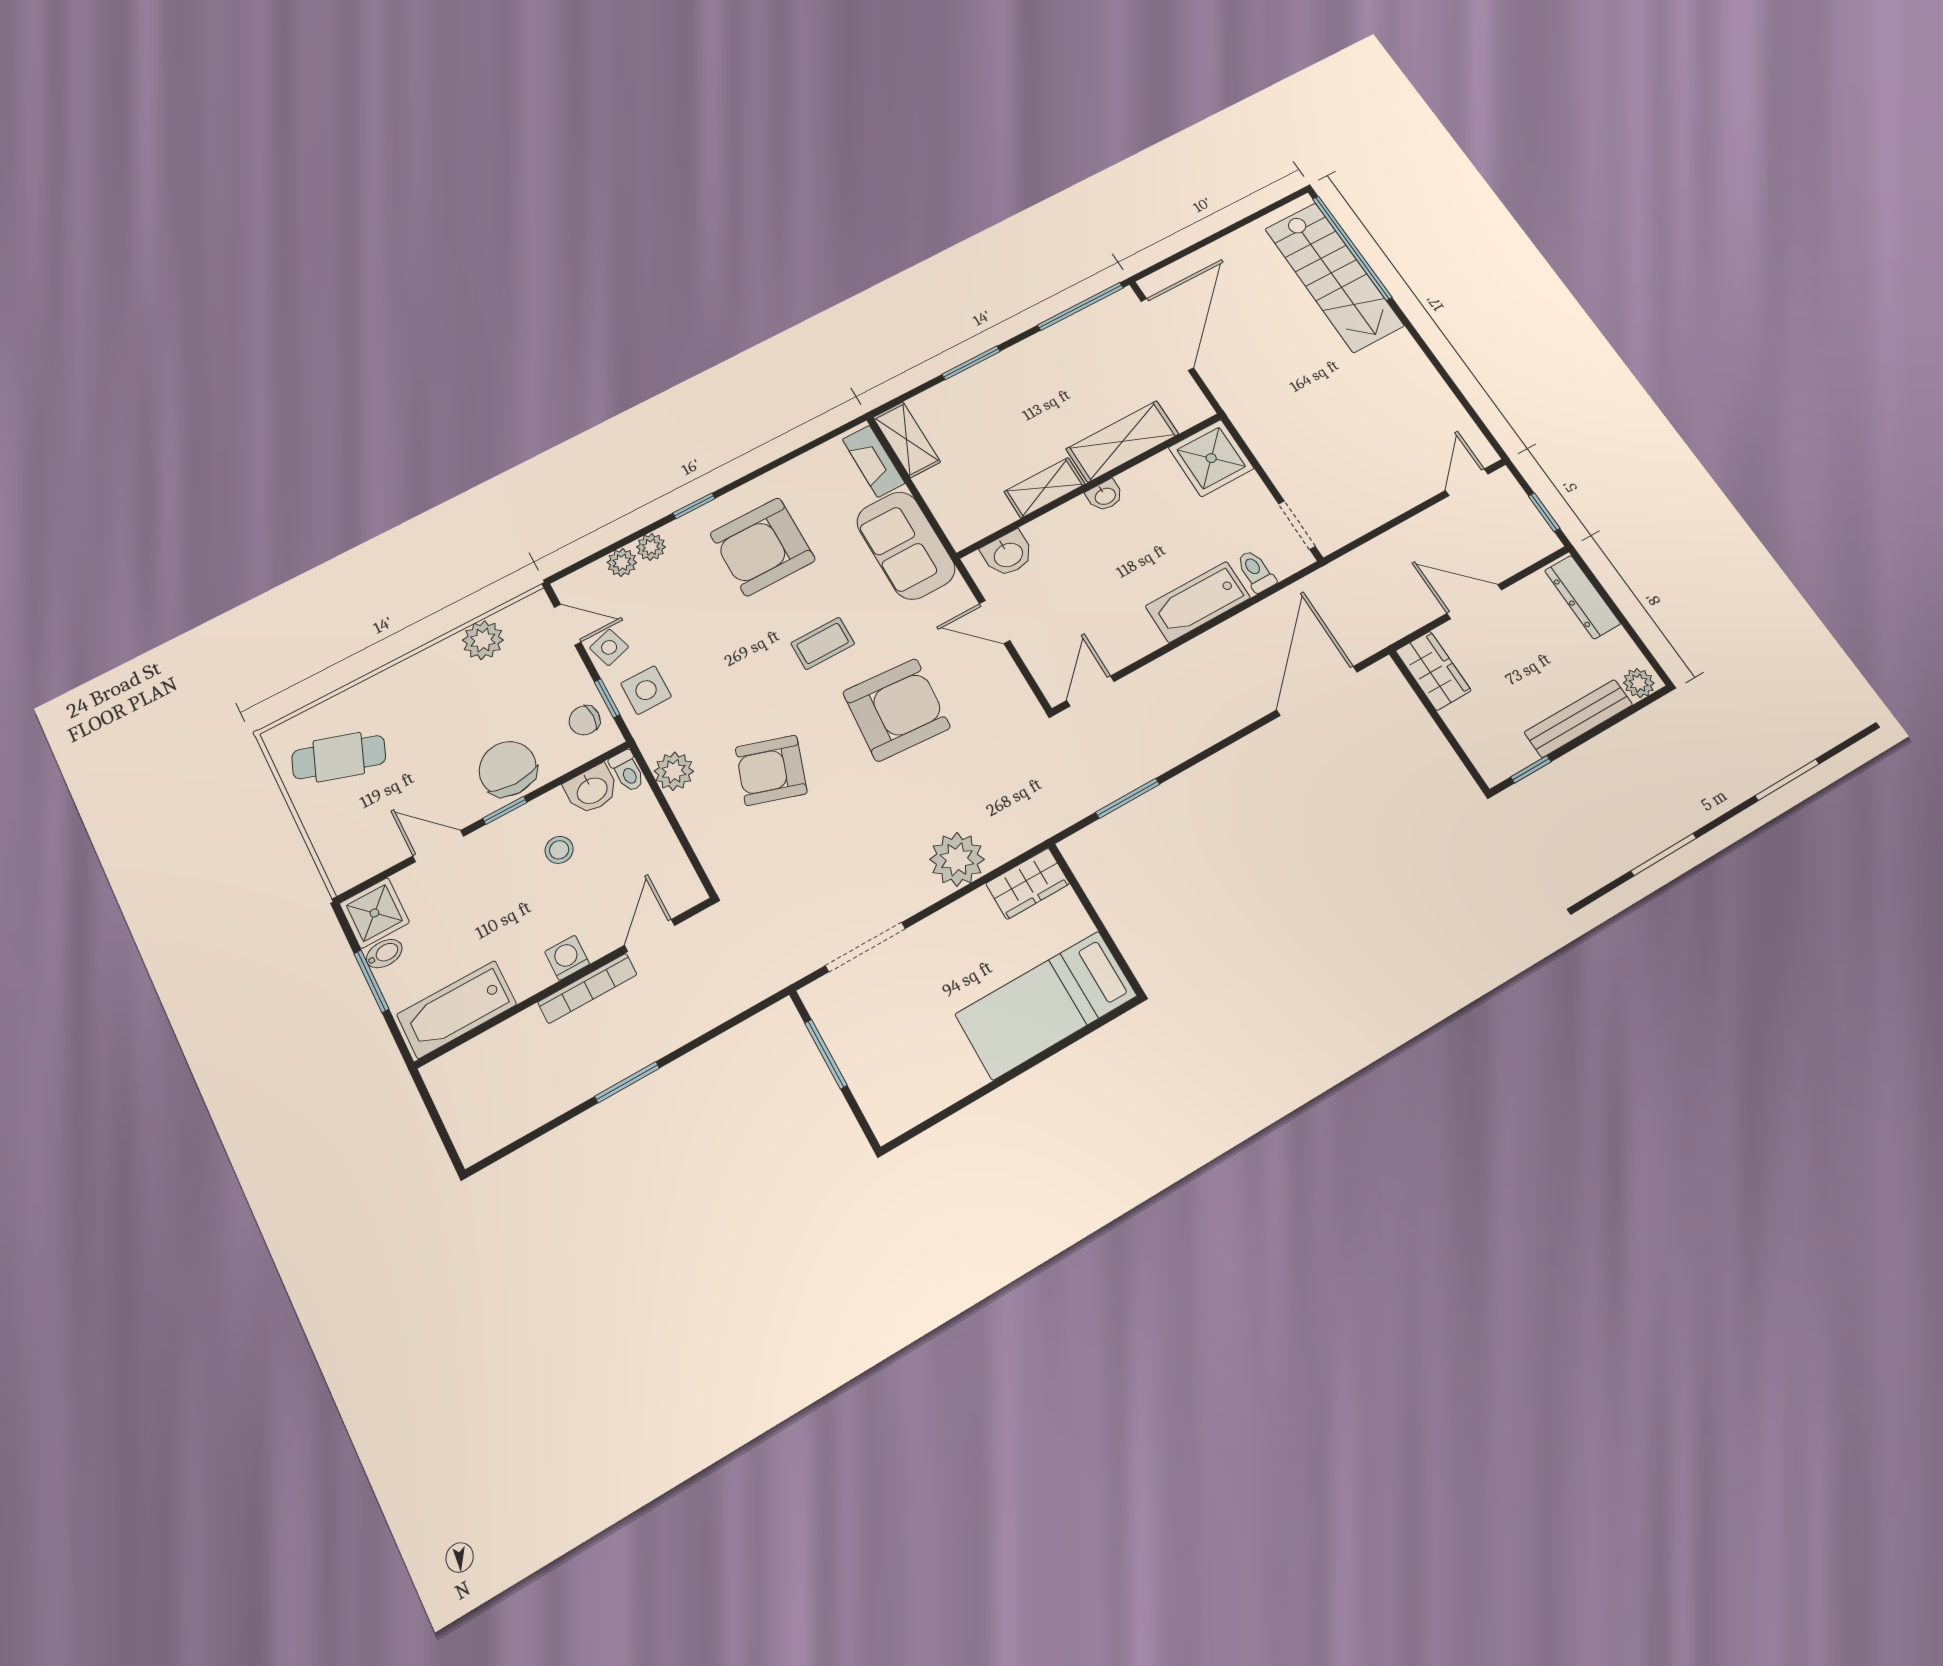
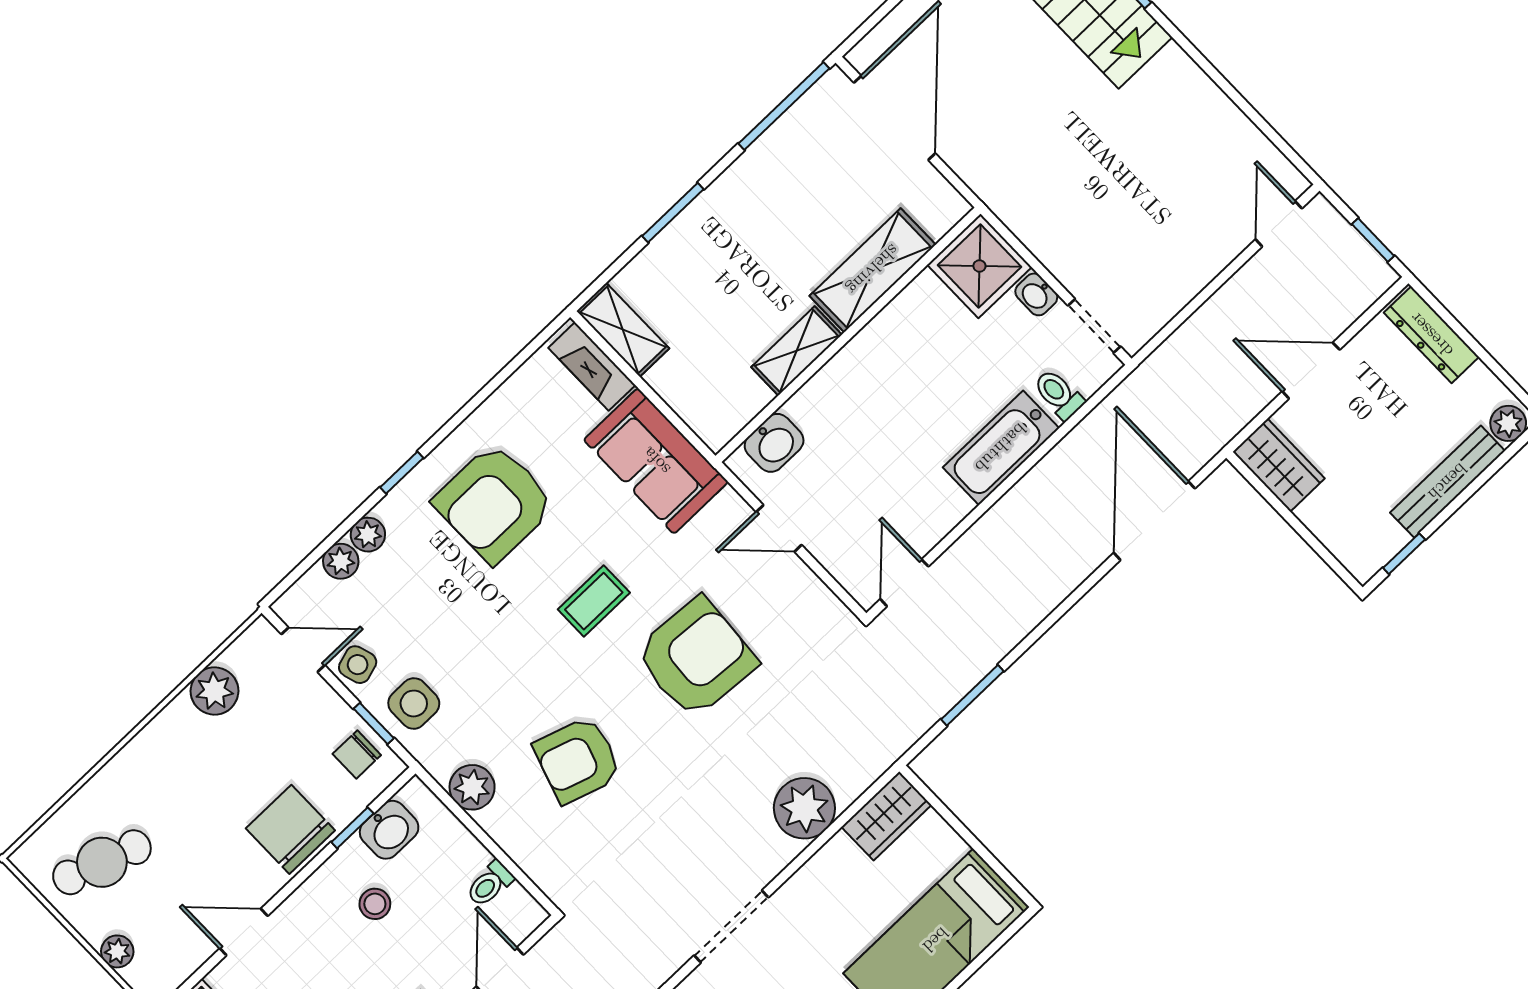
washbasin: (1105, 496) -> (1036, 294), moved, turned 90
toilet: (627, 771) -> (490, 884), moved, turned 90
window: (505, 810) -> (352, 828), moved
plant: (324, 836) -> (117, 951), added

